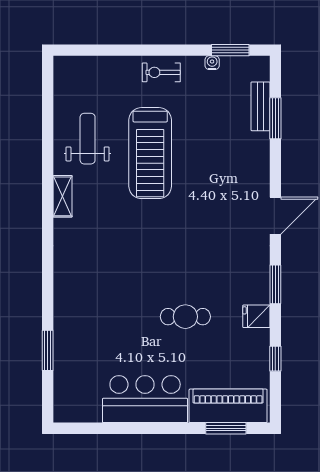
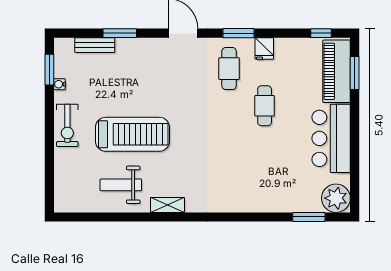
exercise bike: (161, 72) -> (67, 125), width x1.38, depth x1.39
window: (275, 118) -> (120, 33), moved
cafe table: (231, 273) -> (229, 69), added
window: (48, 350) -> (309, 217), moved
window: (275, 359) -> (321, 33), moved
plant: (71, 405) -> (336, 198), added

